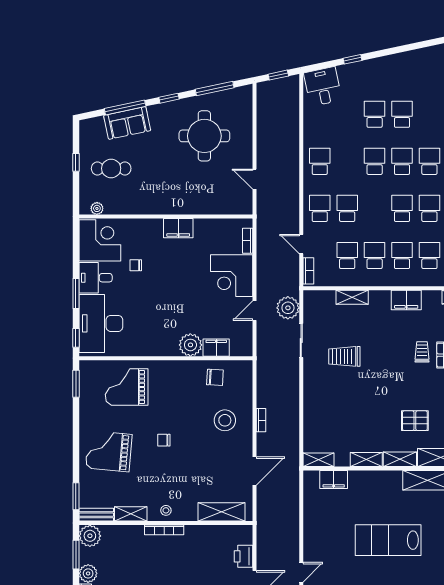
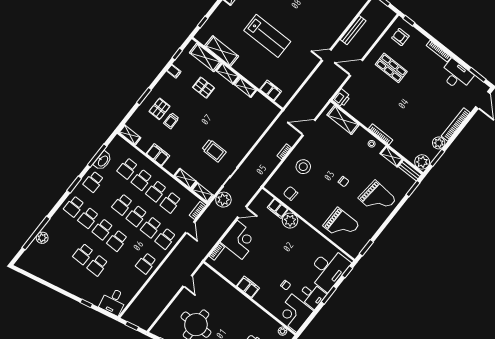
school desk: (429, 208) -> (137, 216), moved
shelving: (318, 460) -> (202, 192), moved
printer: (243, 556) -> (341, 98), moved

